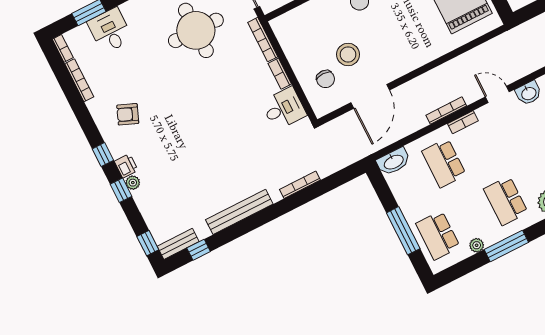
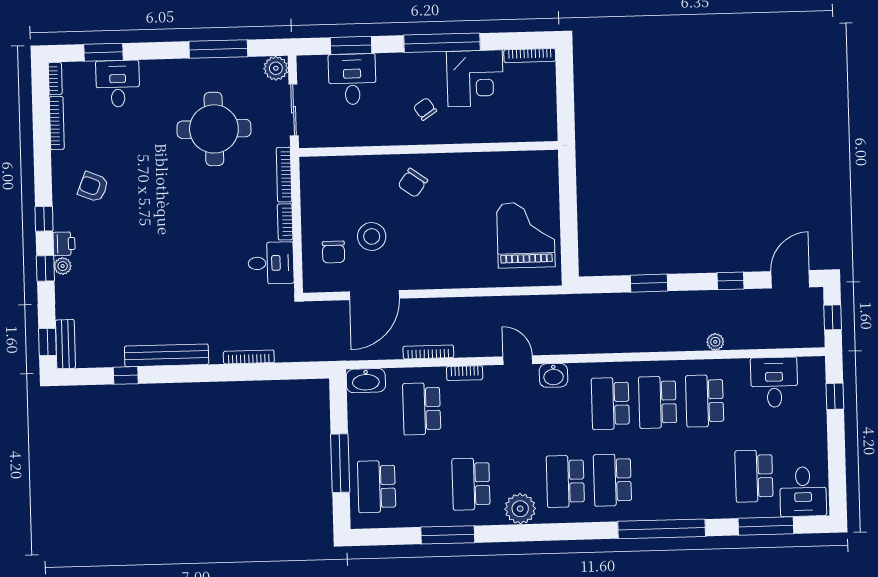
bookcase: (446, 111) -> (428, 352), moved
bench: (178, 244) -> (65, 344), moved, turned 90
plant: (477, 245) -> (415, 518), removed
window: (199, 250) -> (126, 375), moved

